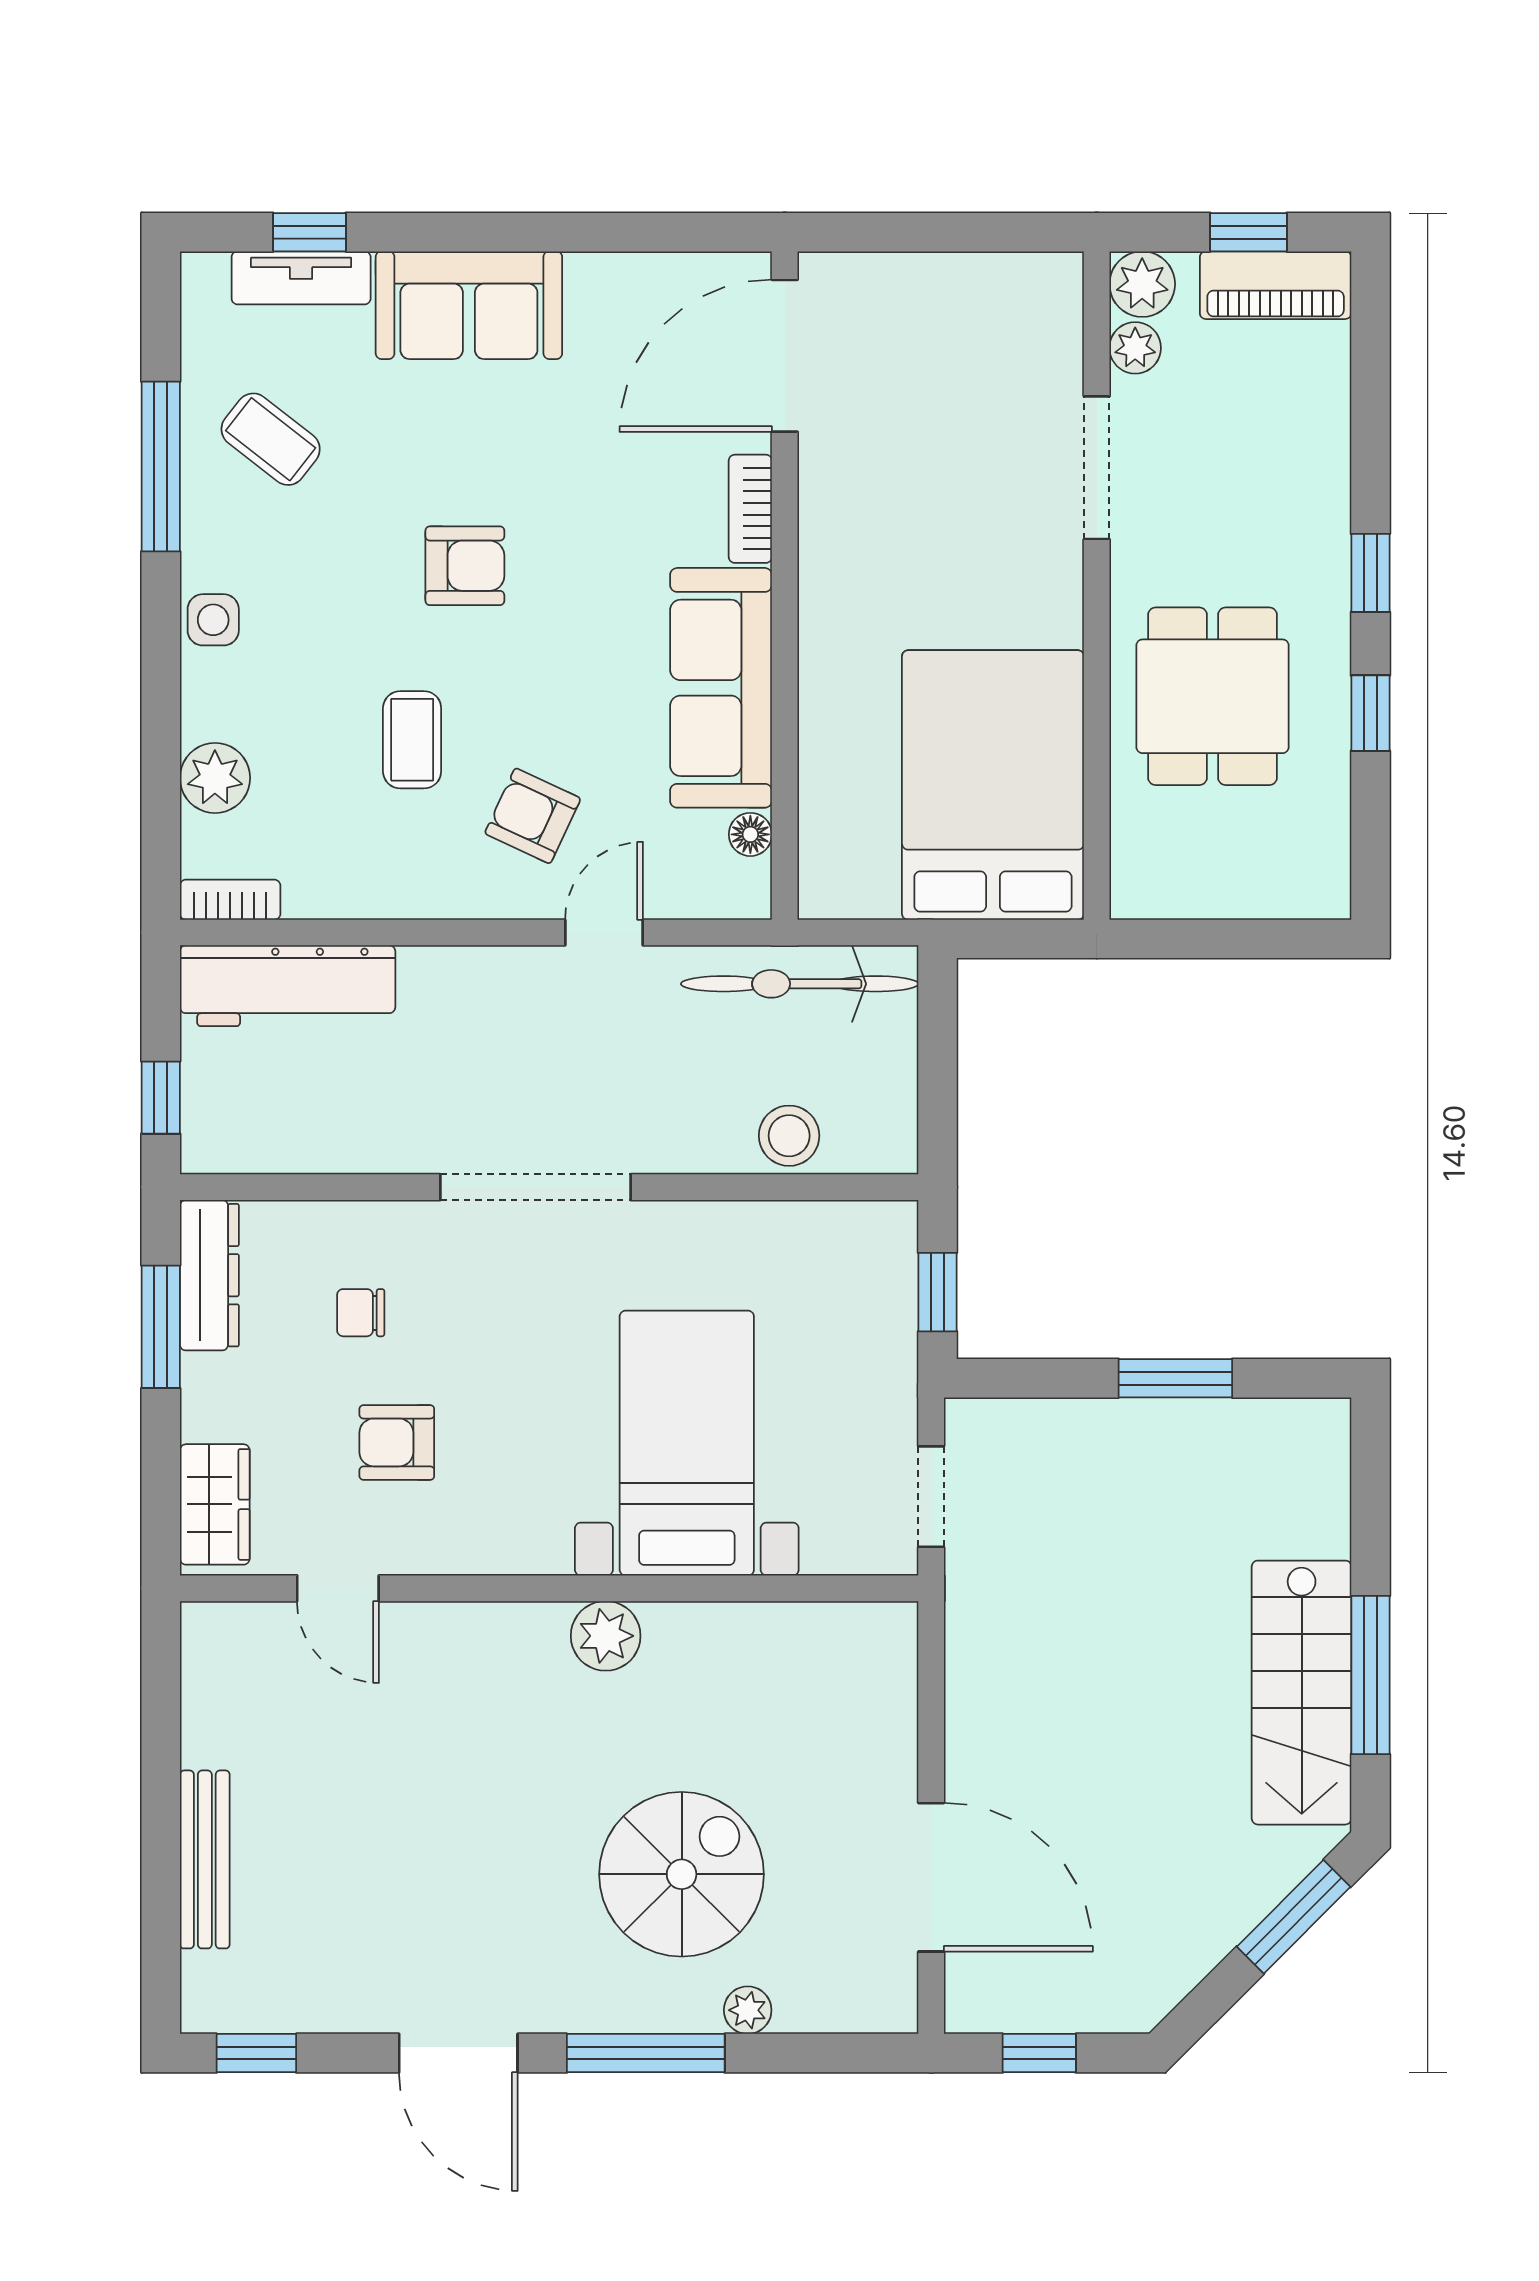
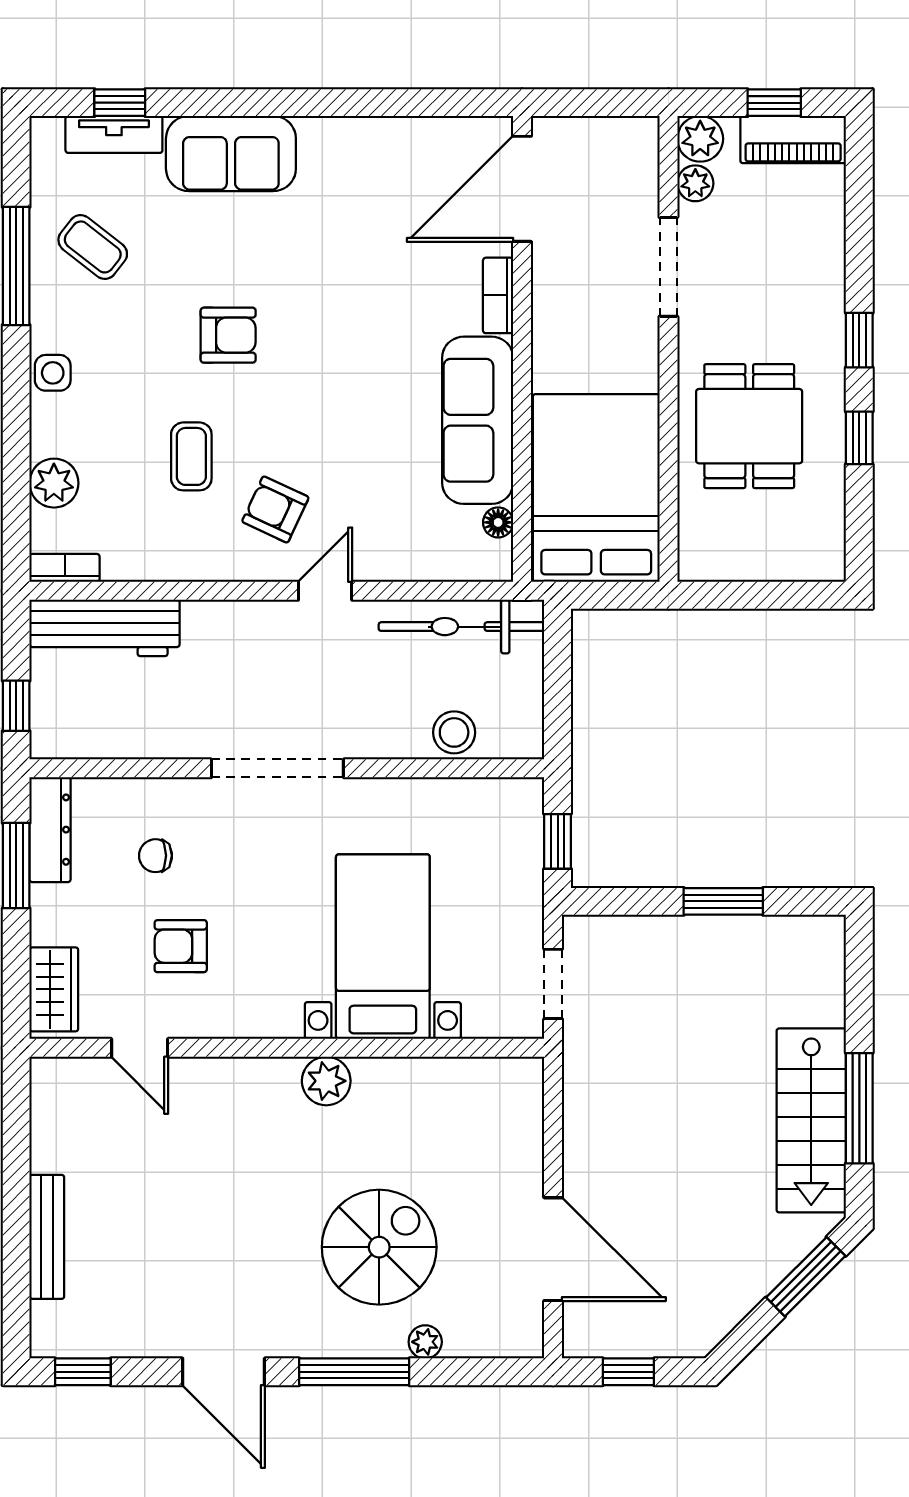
door: (785, 356) -> (522, 189), moved
bookcase: (750, 509) -> (498, 295), moved
wall: (785, 586) -> (522, 349), moved
sofa: (721, 688) -> (478, 420), moved
floor lamp: (750, 834) -> (498, 522), moved

